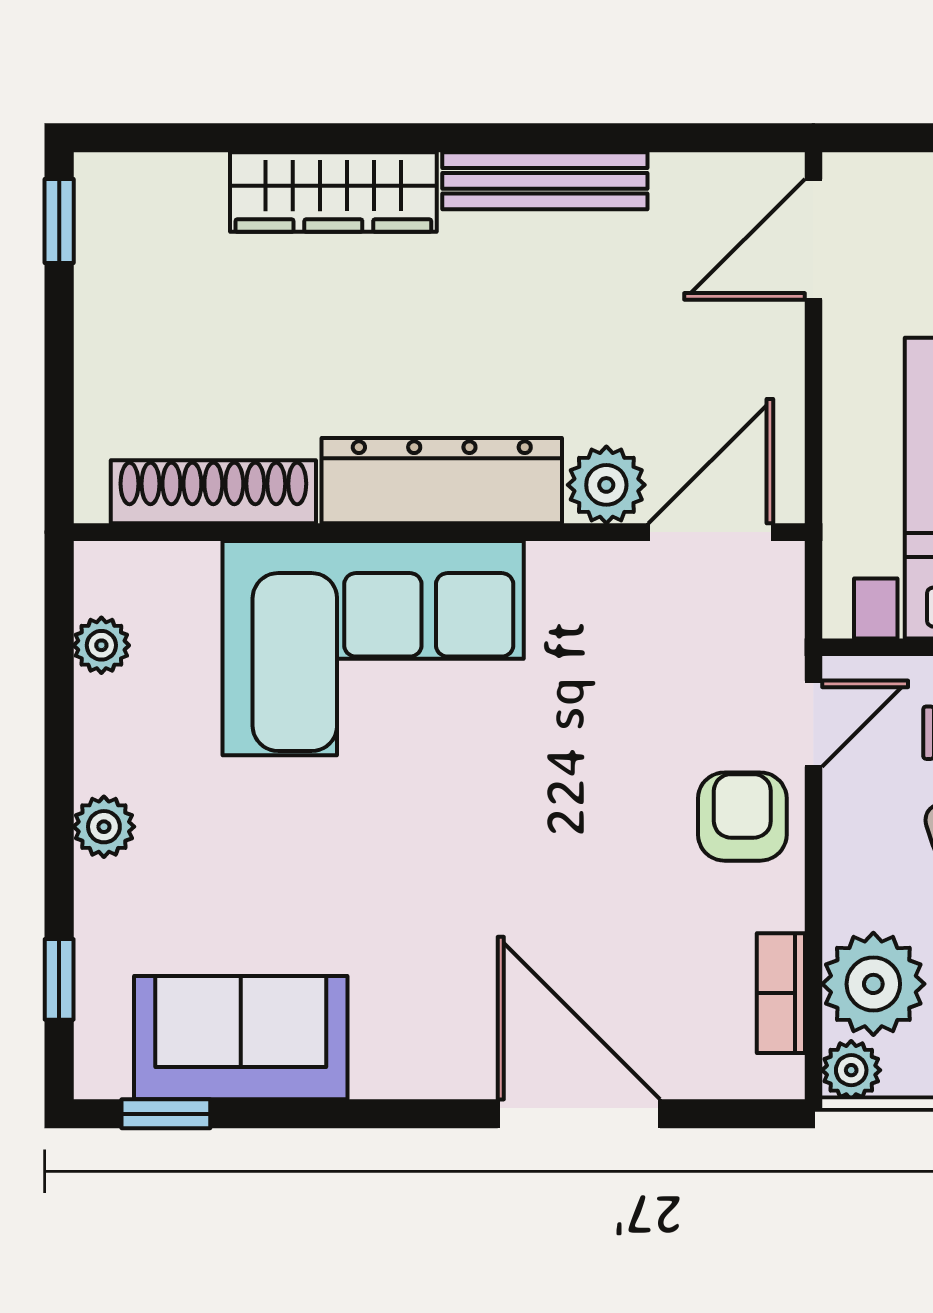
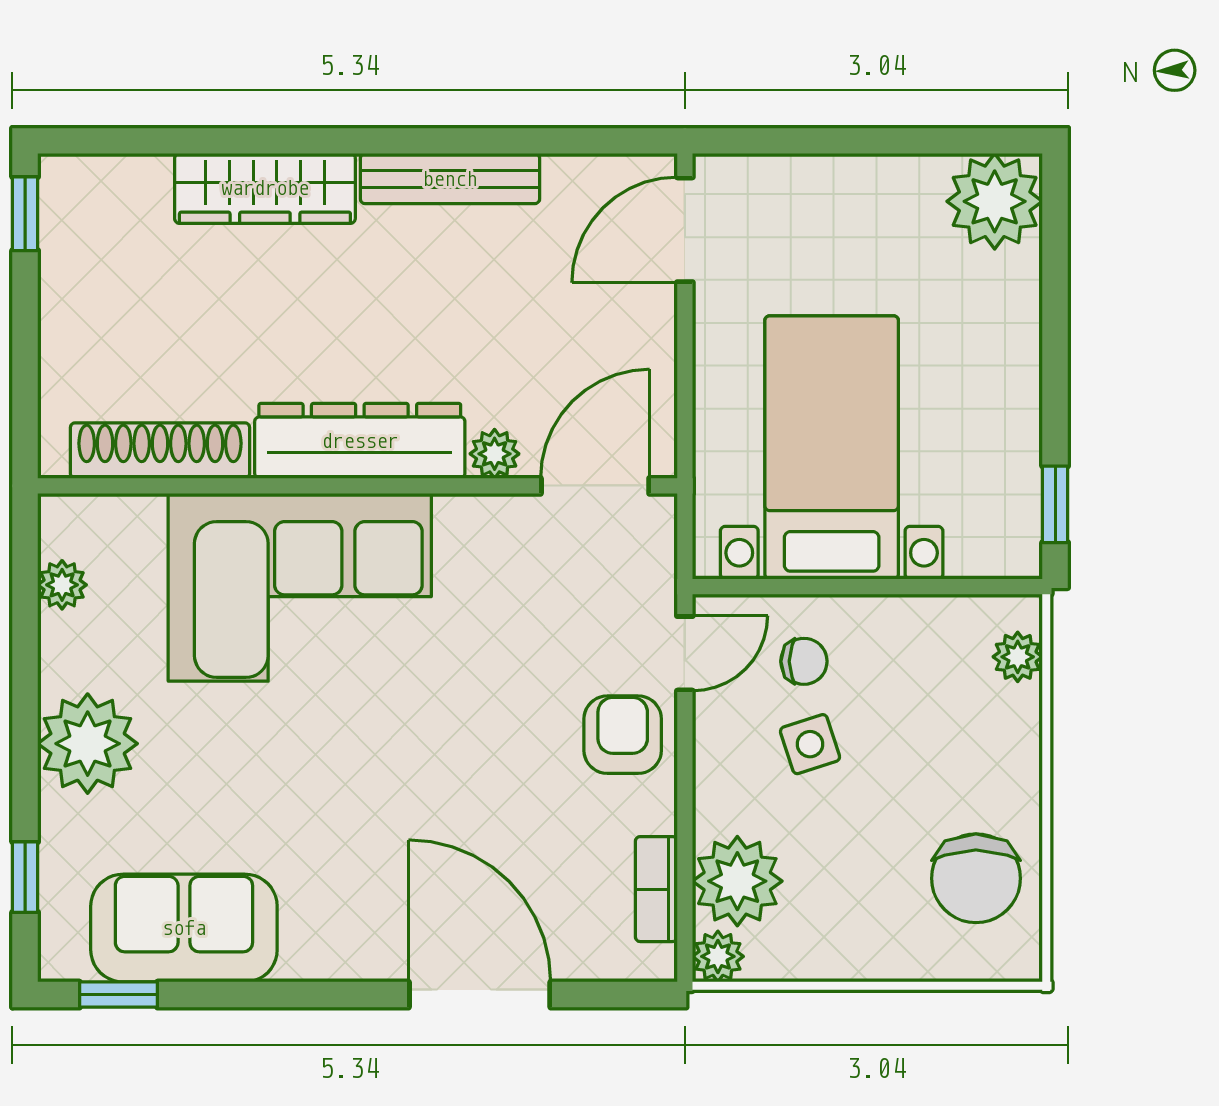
plant: (606, 485) -> (495, 454), width x0.73, depth x0.73
plant: (104, 827) -> (88, 744), width x1.87, depth x1.87

